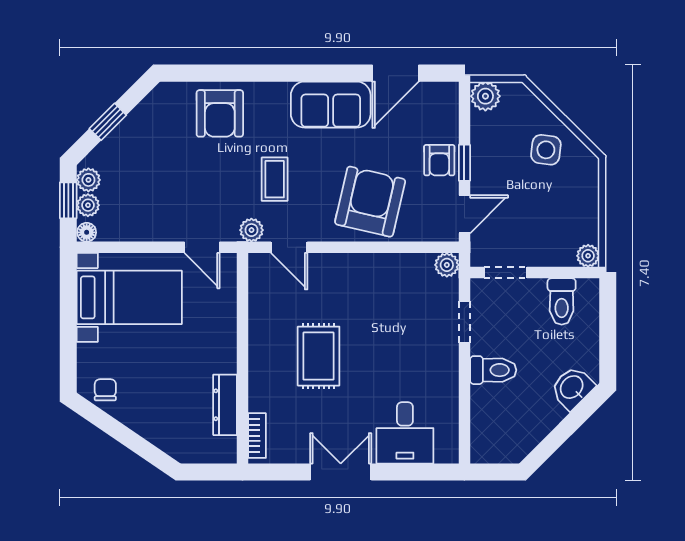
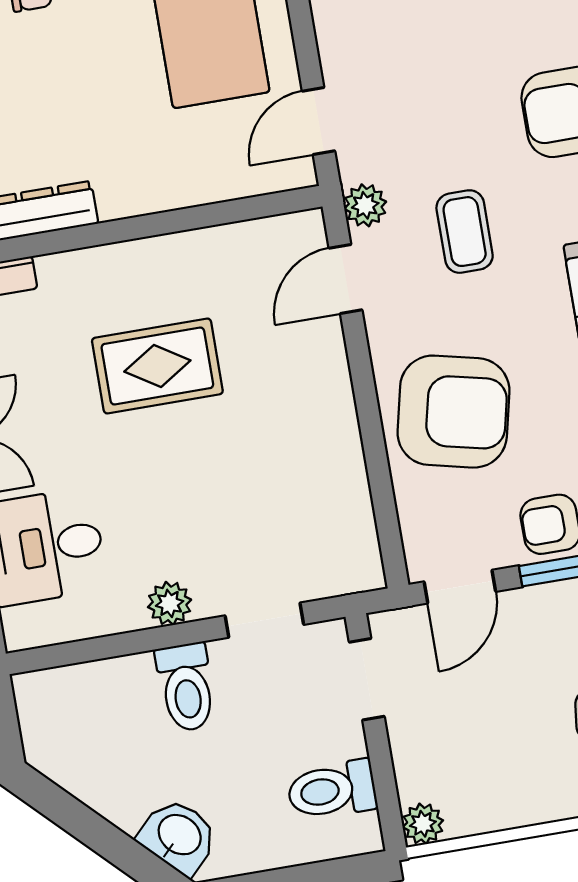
coffee table: (275, 179) -> (465, 232), turned 90
door: (464, 214) -> (460, 587), hinge flipped
plant: (447, 265) -> (170, 603), moved

